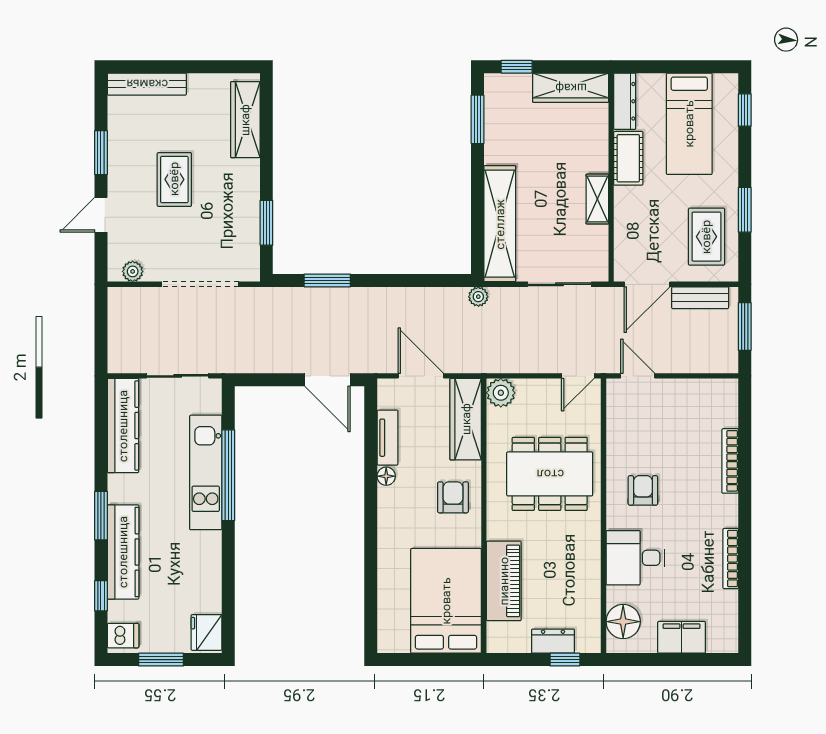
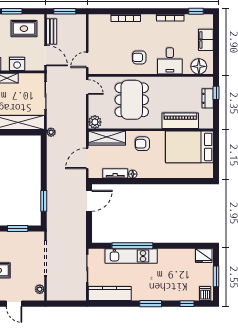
nightstand: (629, 222) -> (17, 64), added
kitchen counter: (123, 552) -> (167, 294), removed
window: (745, 615) -> (196, 11), added

